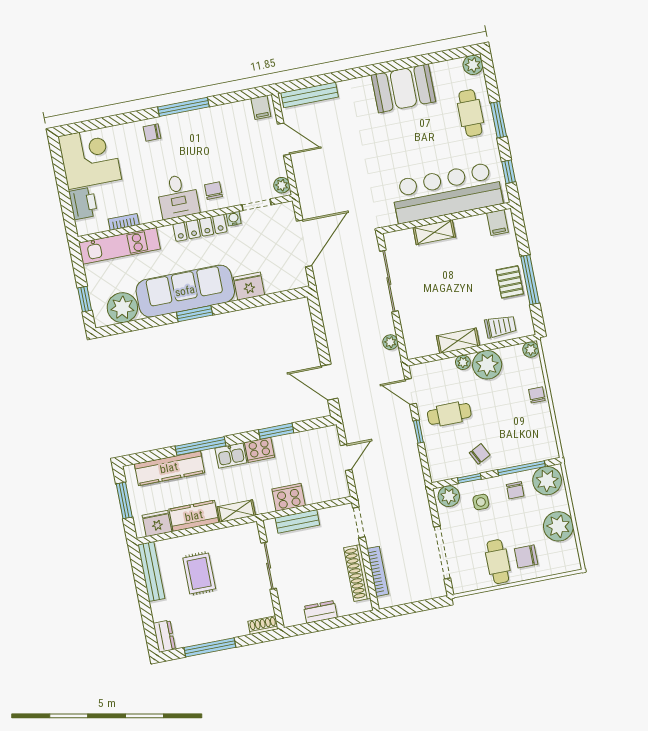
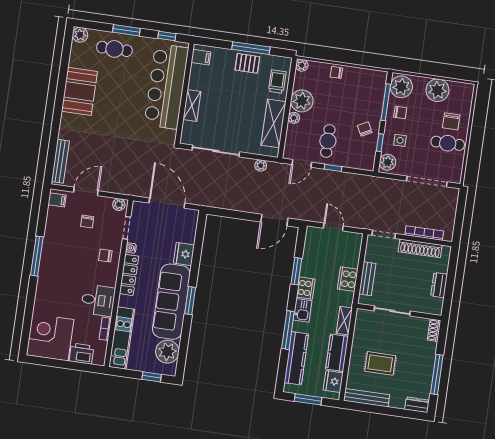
chair: (152, 132) -> (87, 221), moved
desk: (178, 196) -> (98, 300), moved
shelving: (458, 341) -> (273, 123), width x1.50, depth x1.33

